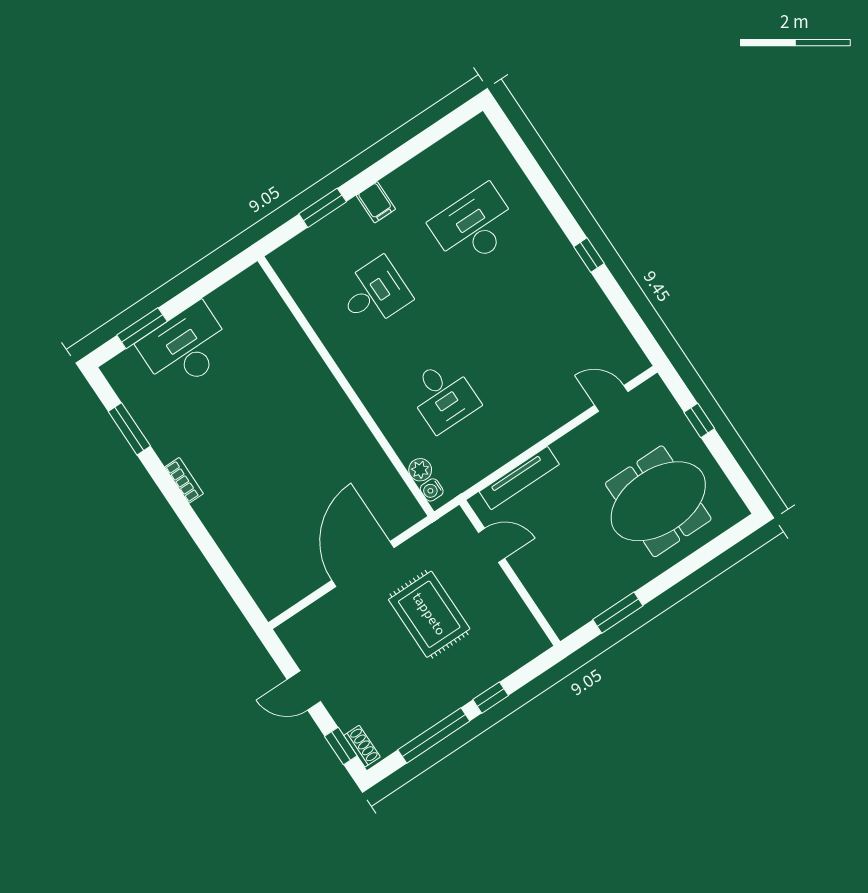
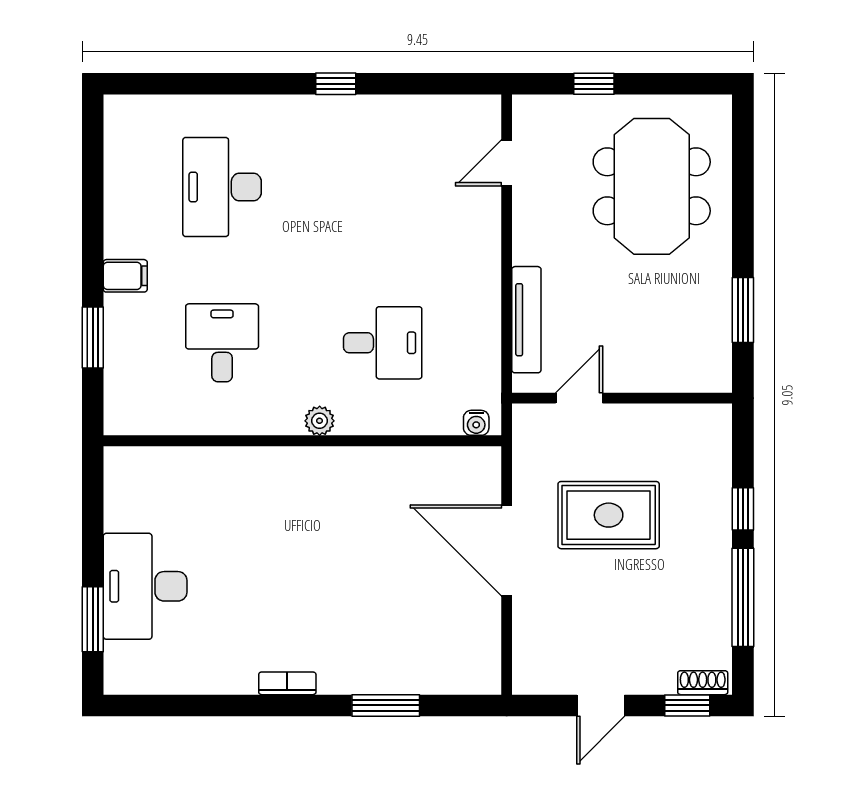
window: (129, 429) -> (386, 705), moved
plant: (420, 470) -> (320, 421), moved

